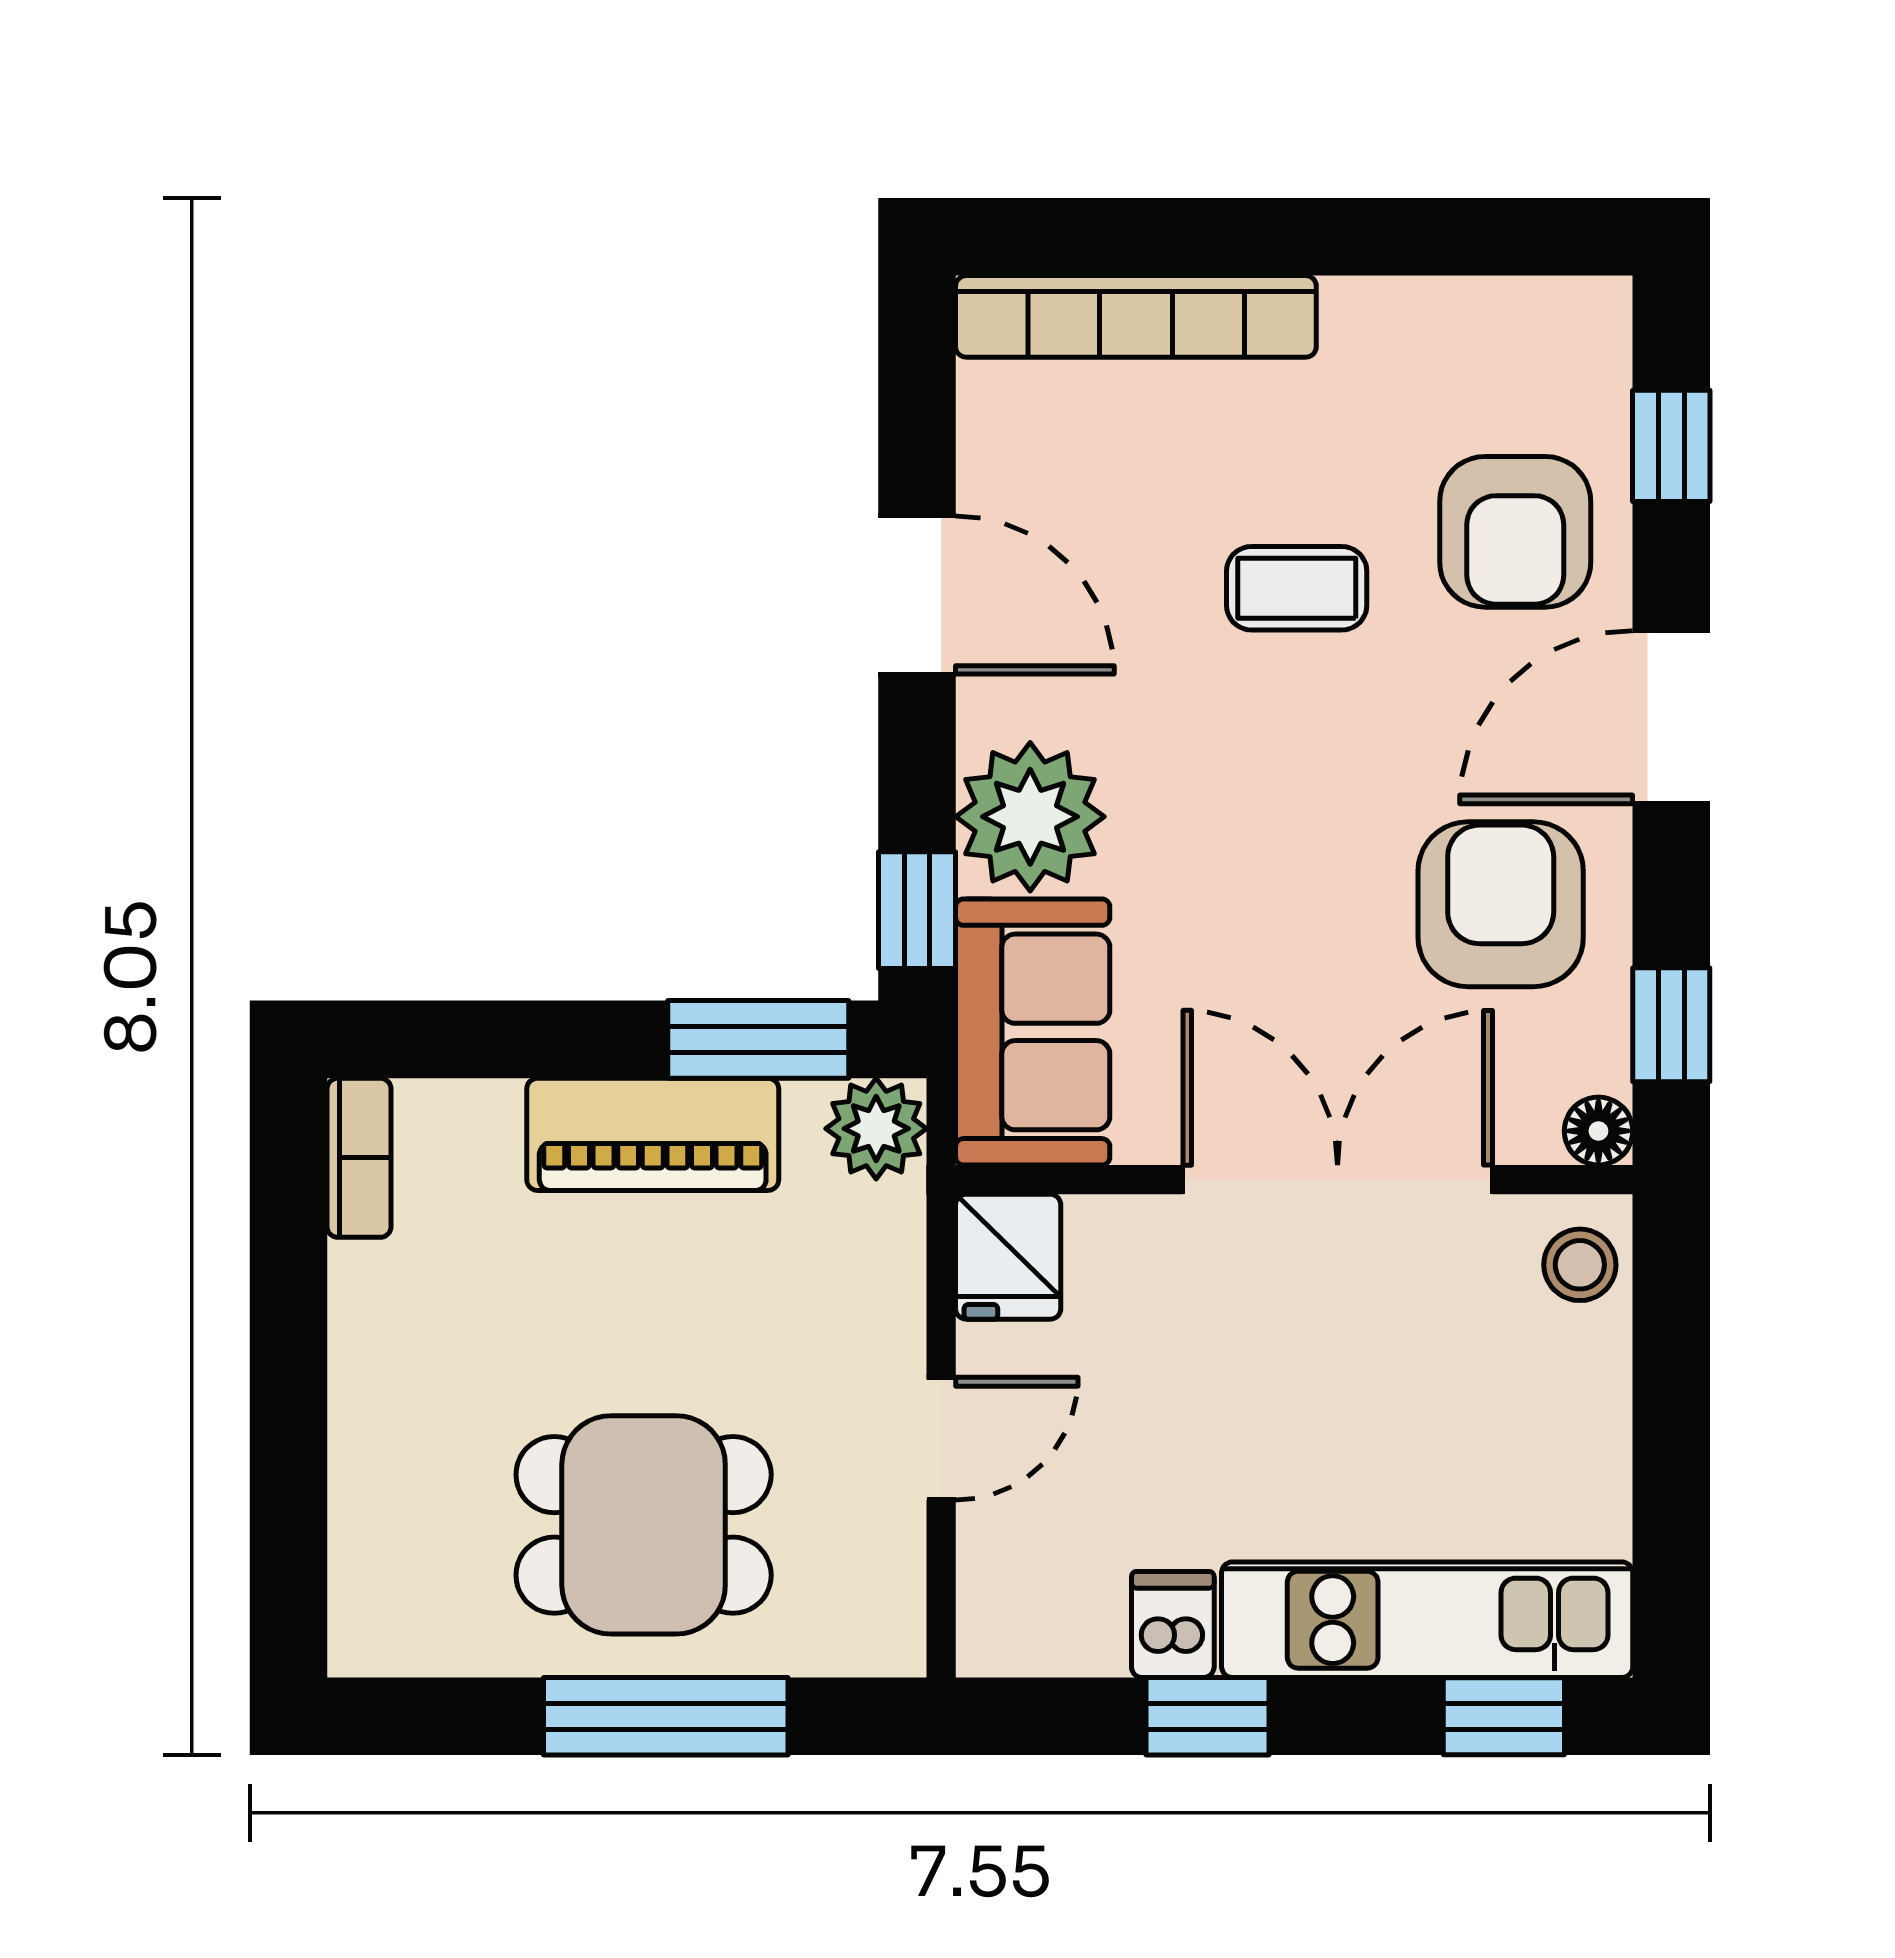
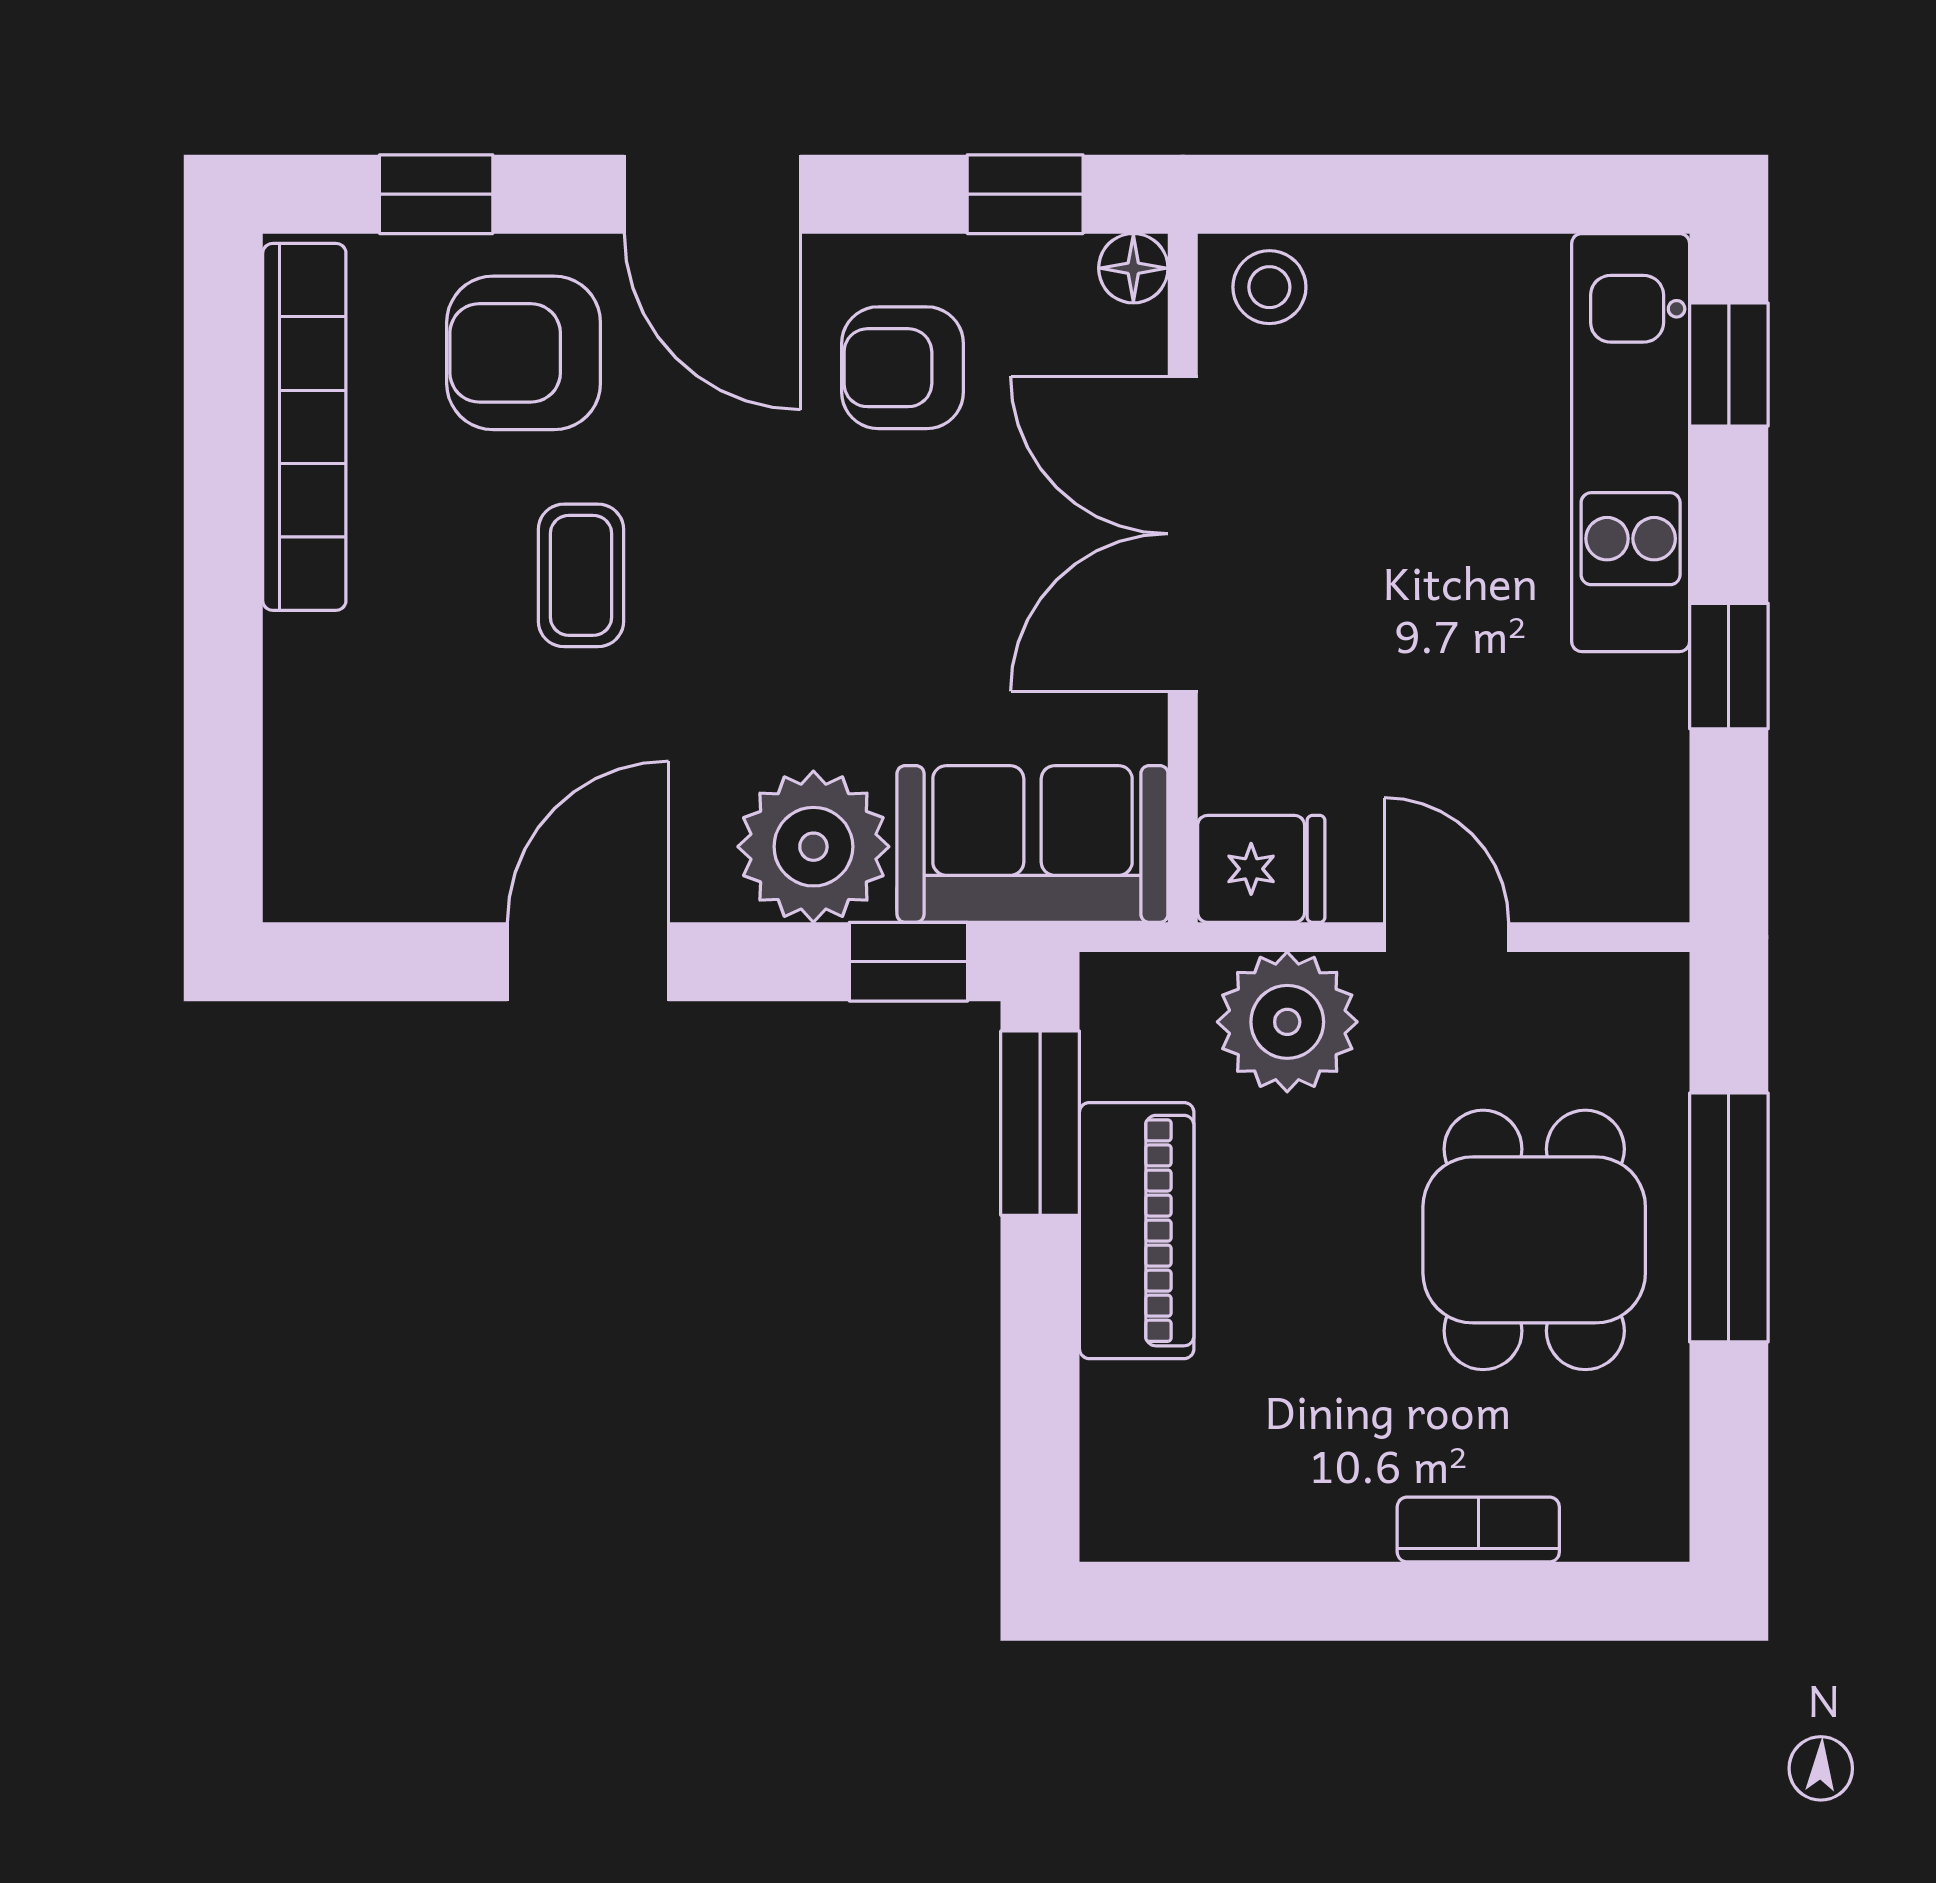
bookcase: (1136, 316) -> (304, 427), moved
armchair: (1515, 532) -> (524, 353), turned 180
armchair: (1501, 904) -> (903, 368), width x0.72, depth x0.72
plant: (876, 1129) -> (1287, 1022), moved, width x1.36, depth x1.36
bookcase: (359, 1158) -> (1478, 1529), moved
dishwasher: (1173, 1624) -> (1635, 701), removed

